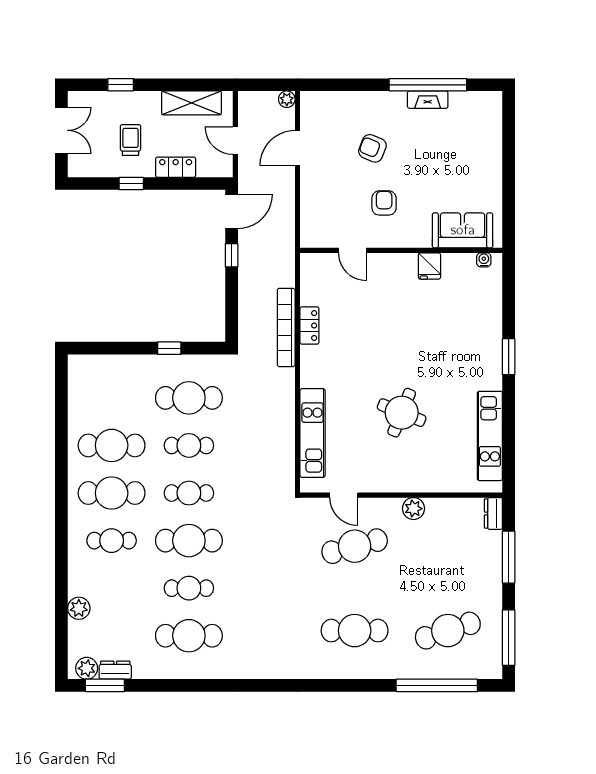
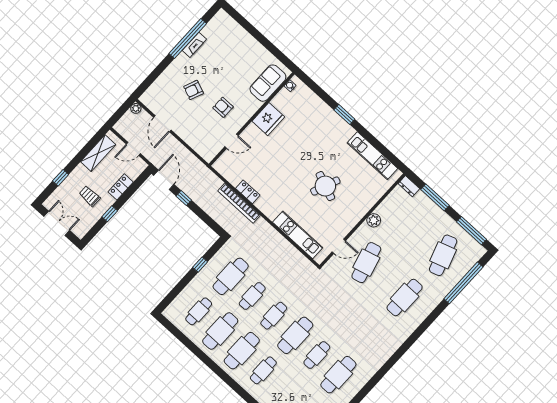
fridge: (429, 266) -> (268, 119), width x1.88, depth x1.34
cafe table: (112, 398) -> (199, 311), added

